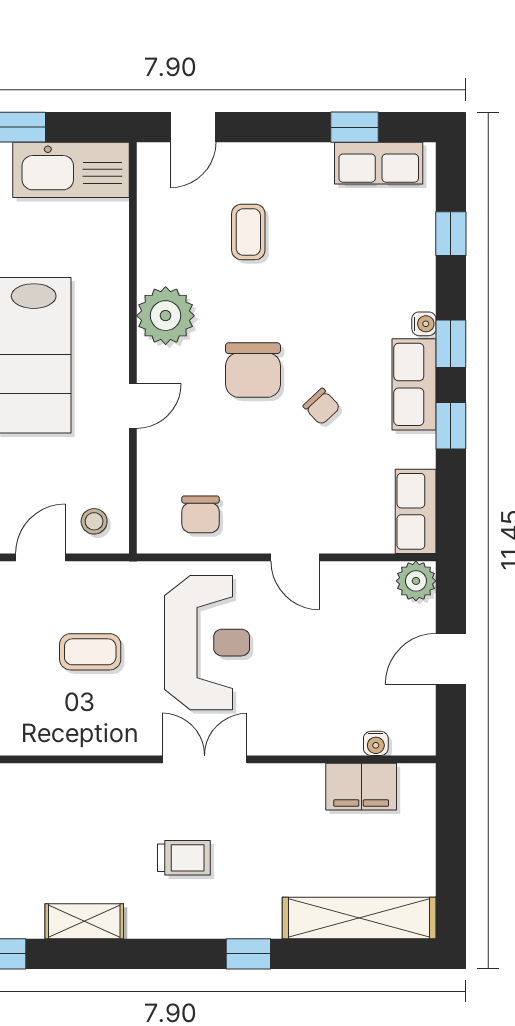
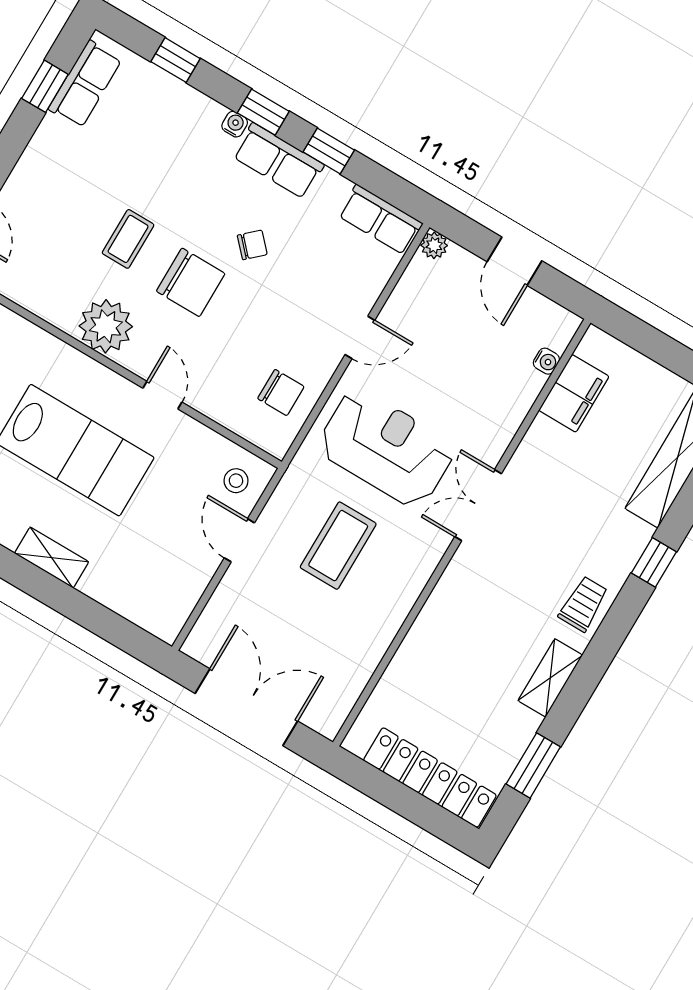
coffee table: (248, 232) -> (128, 239), moved, turned 90
plant: (416, 581) -> (434, 245), width x0.73, depth x0.73
coffee table: (90, 652) -> (338, 546), width x1.36, depth x1.30
trolley: (184, 858) -> (583, 604), moved

